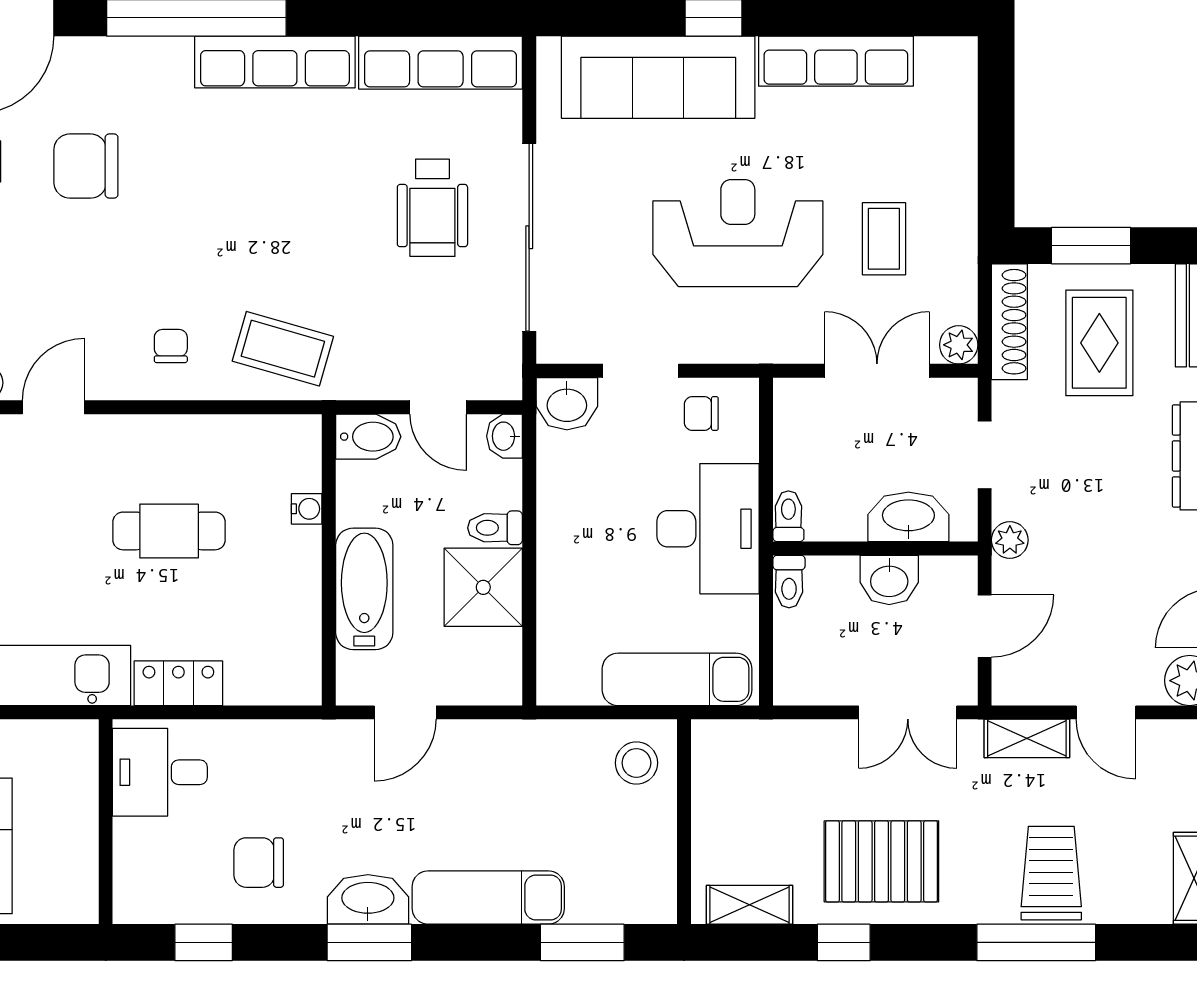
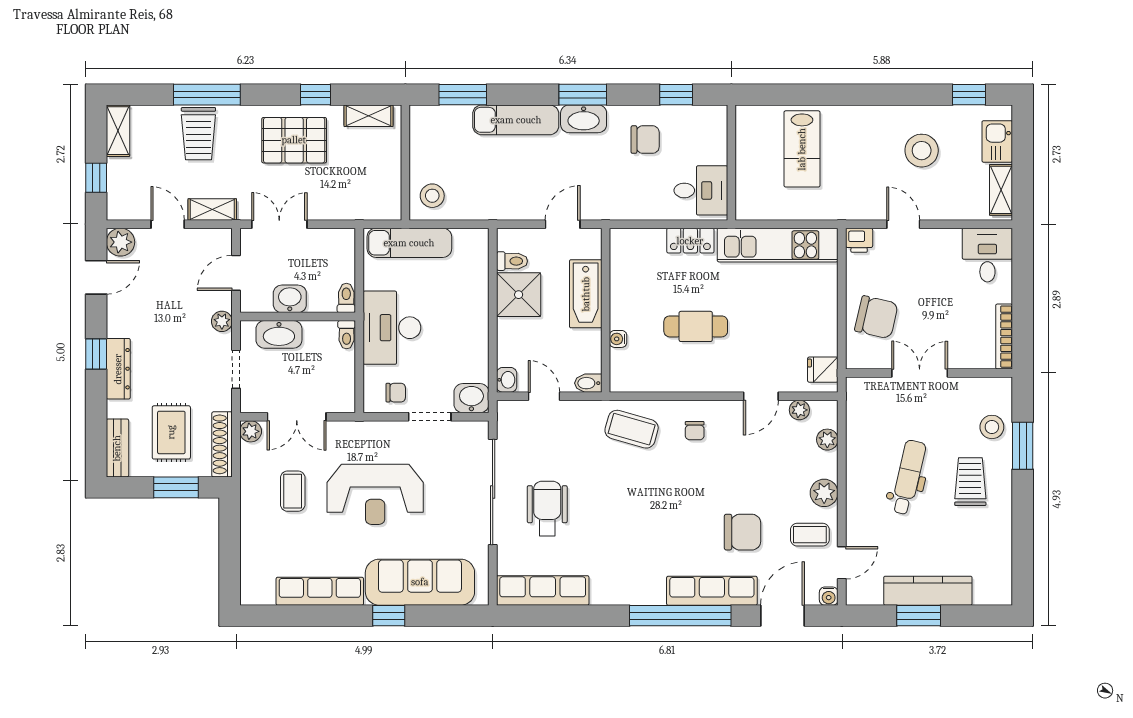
row of seats: (275, 62) -> (712, 591), moved
bidet: (368, 437) -> (588, 383), width x0.72, depth x0.74
toilet: (495, 528) -> (512, 261), moved

